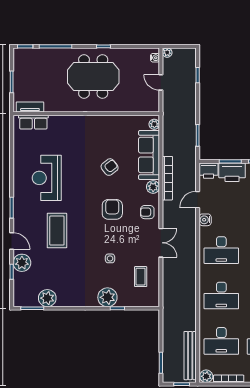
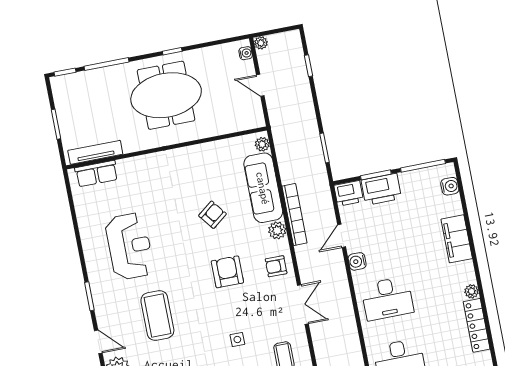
tv unit: (30, 107) -> (95, 152), width x1.41
reception desk: (47, 178) -> (129, 246), turned 180

